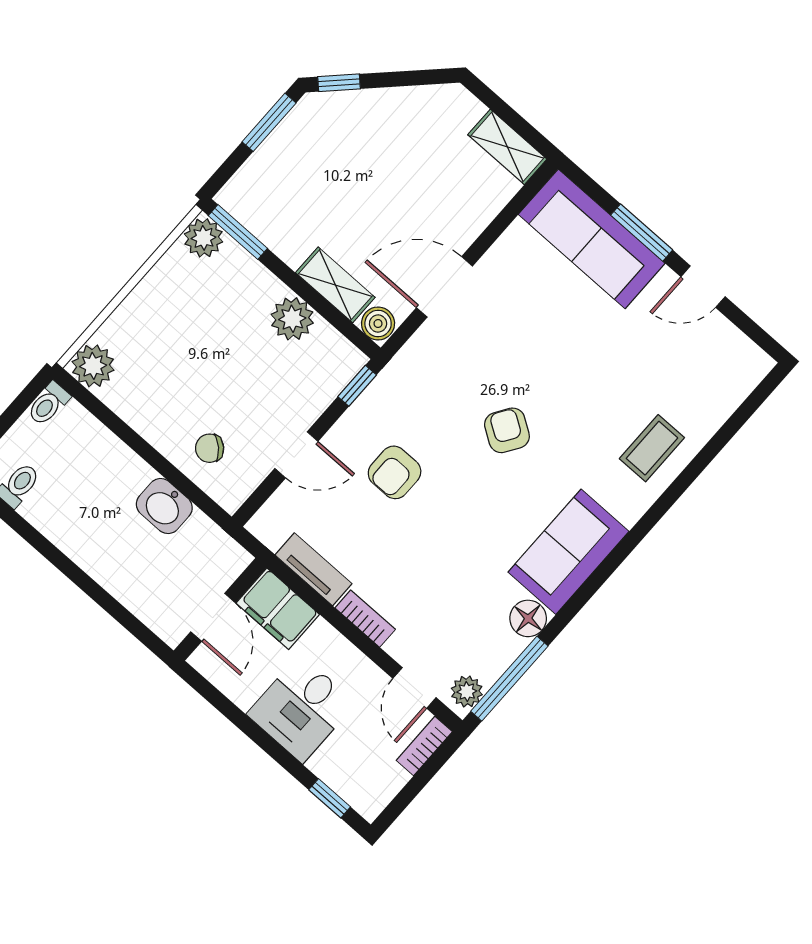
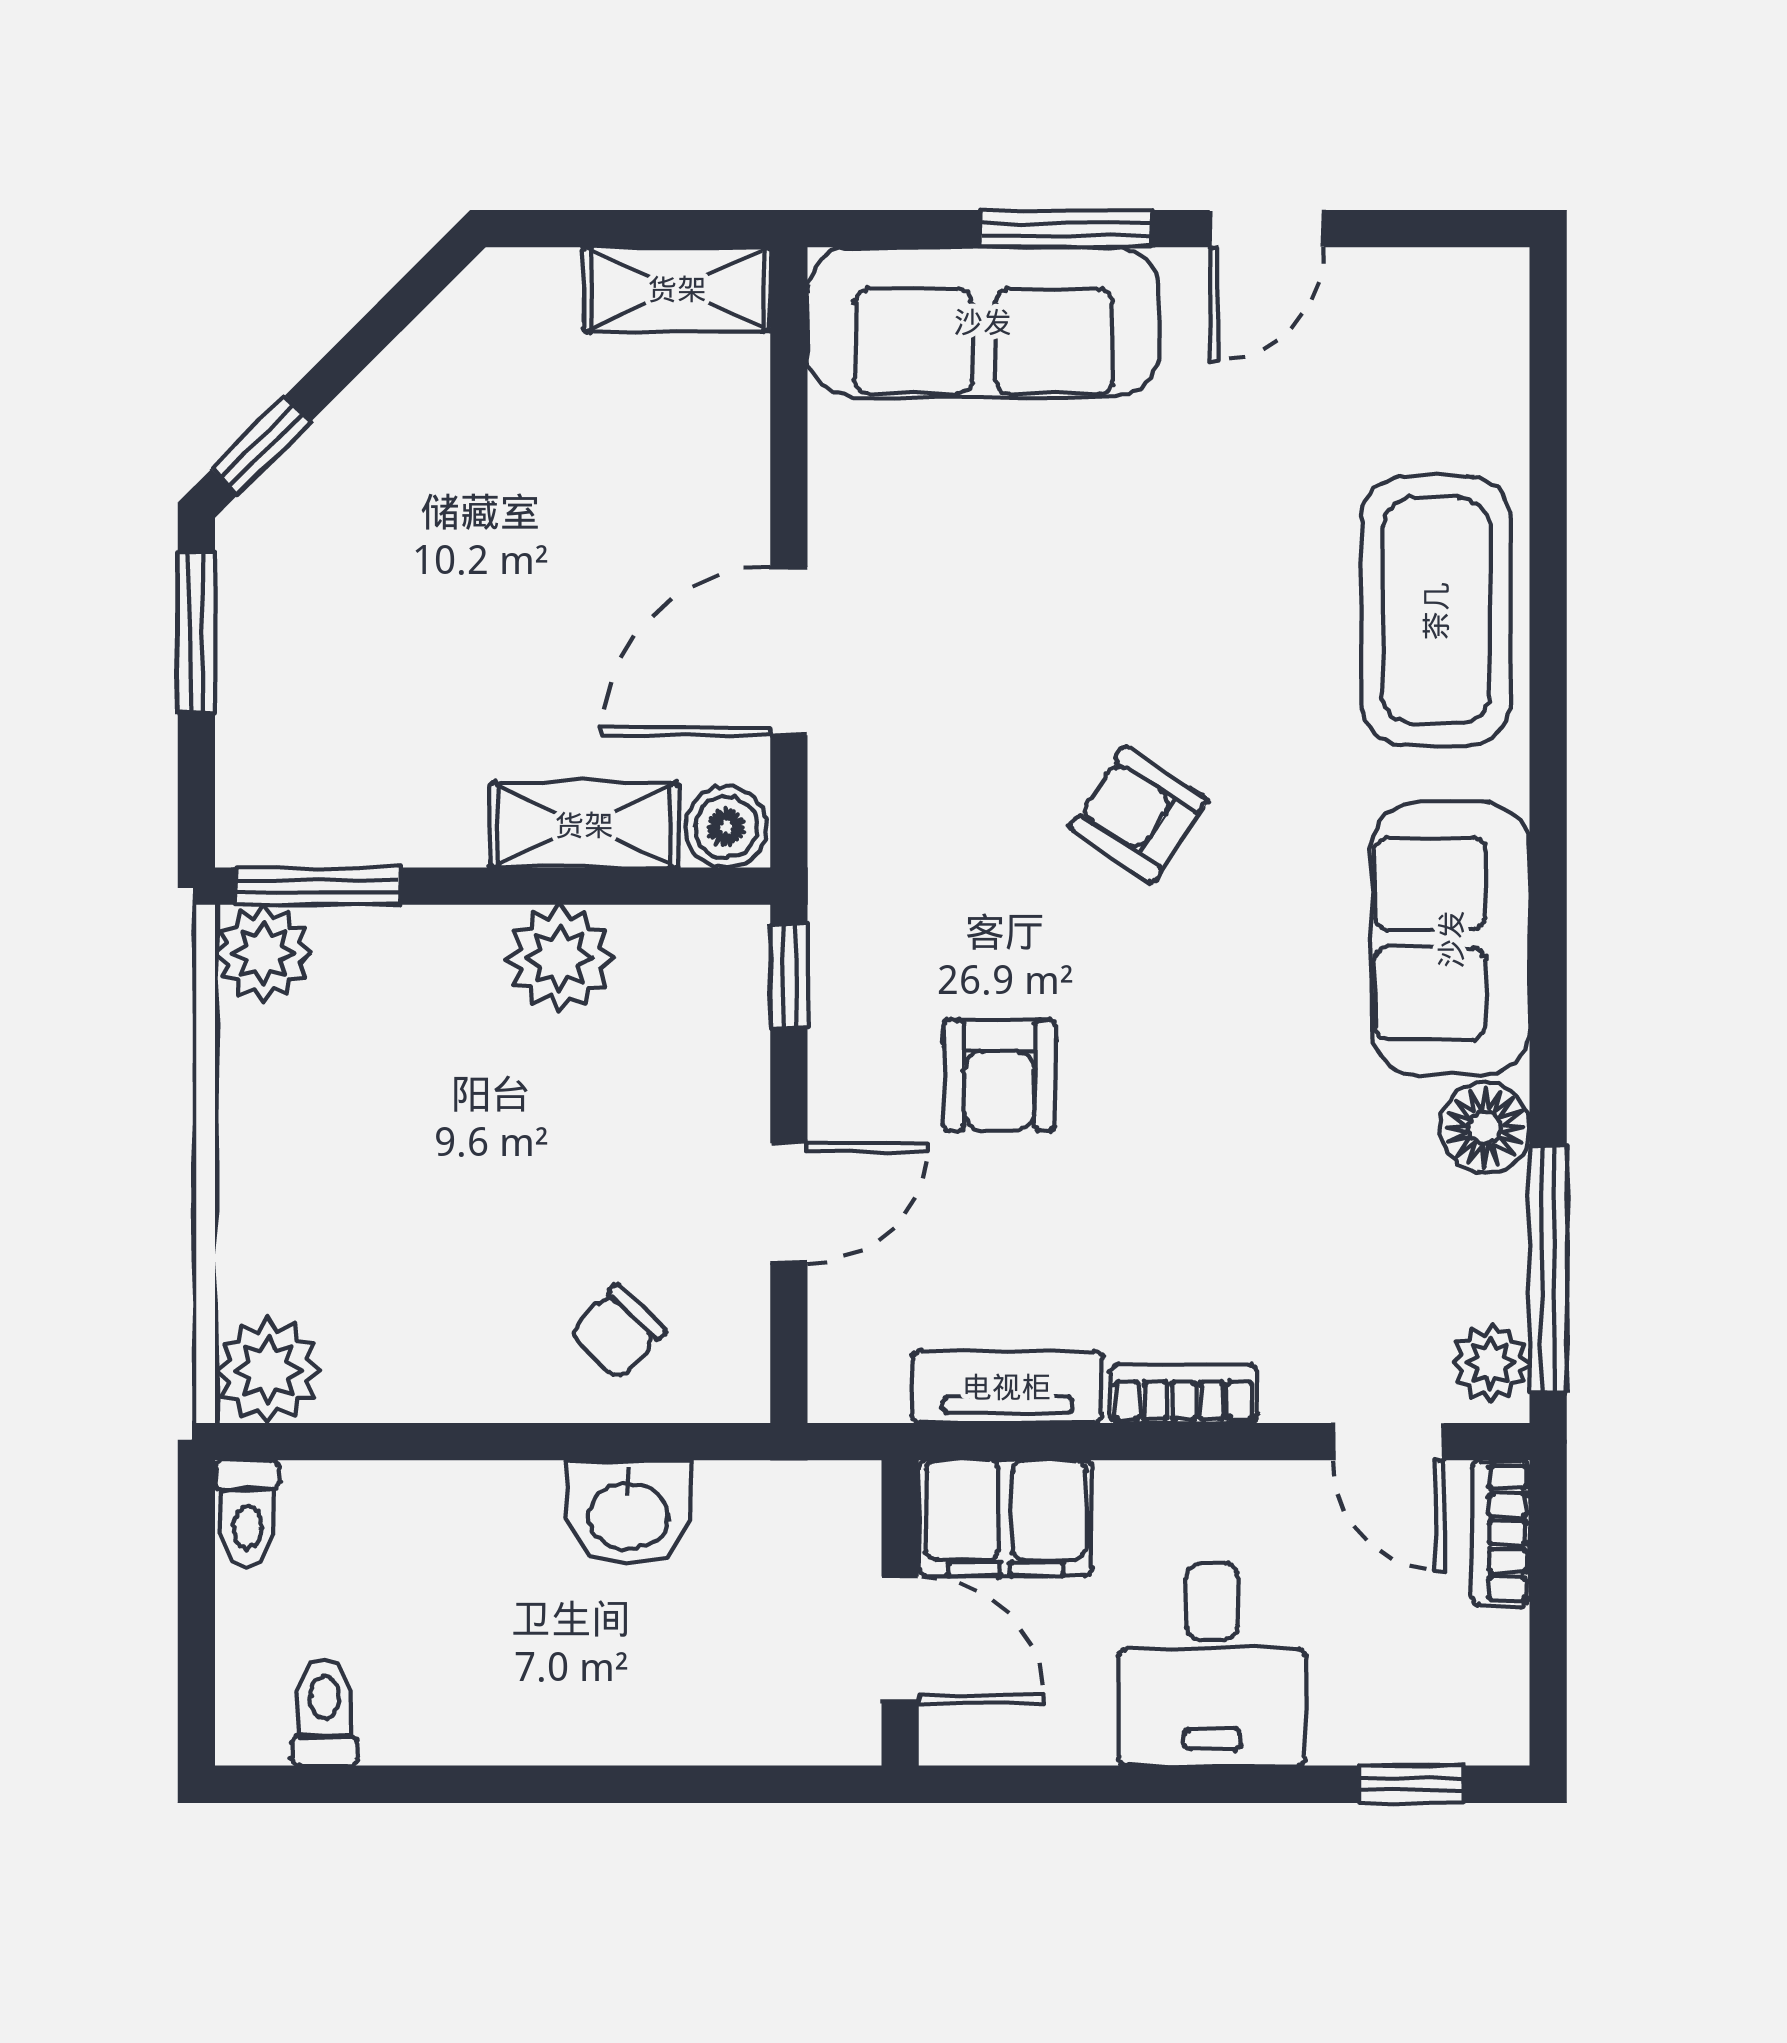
coffee table: (652, 448) -> (1436, 611), width x1.86, depth x1.72

